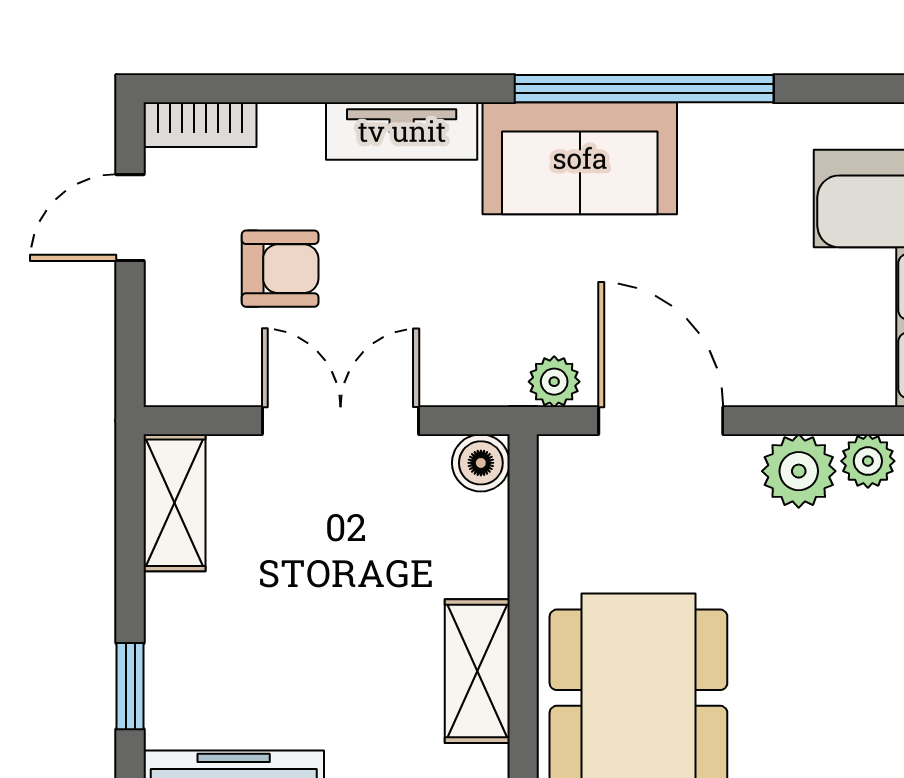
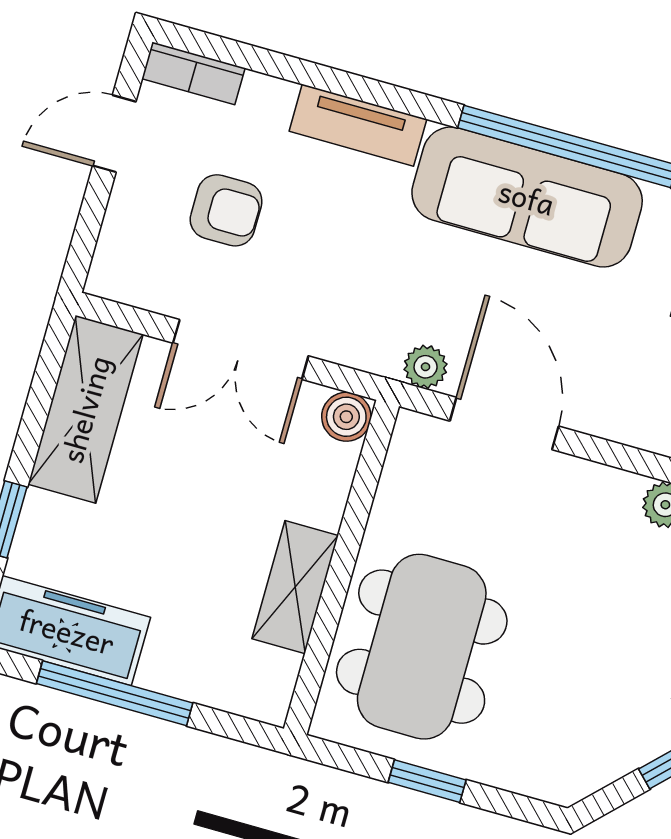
sofa: (580, 158) -> (527, 197), width x1.36
double door: (341, 421) -> (241, 349), swing flipped
plant: (799, 471) -> (606, 497), removed
shelving: (174, 503) -> (85, 409), width x1.50, depth x1.33

